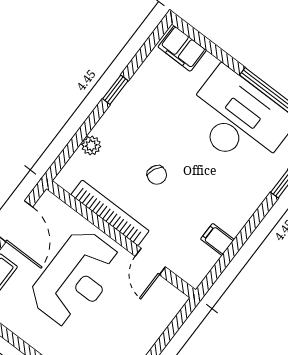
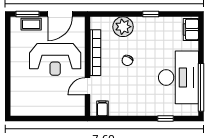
plant: (91, 146) -> (123, 27), width x1.87, depth x1.87
filing cabinet: (217, 239) -> (102, 108), moved

